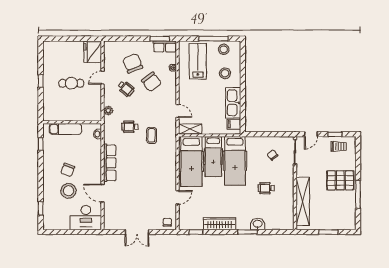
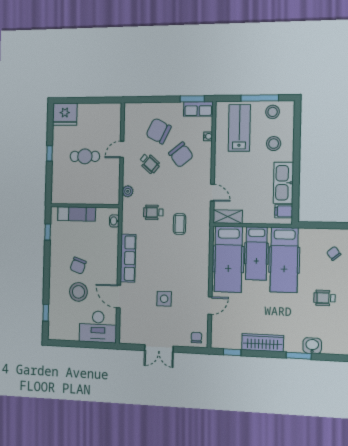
fridge: (93, 52) -> (65, 114), moved, turned -90
chair: (133, 63) -> (158, 131), turned -42
side table: (140, 193) -> (164, 299), added

